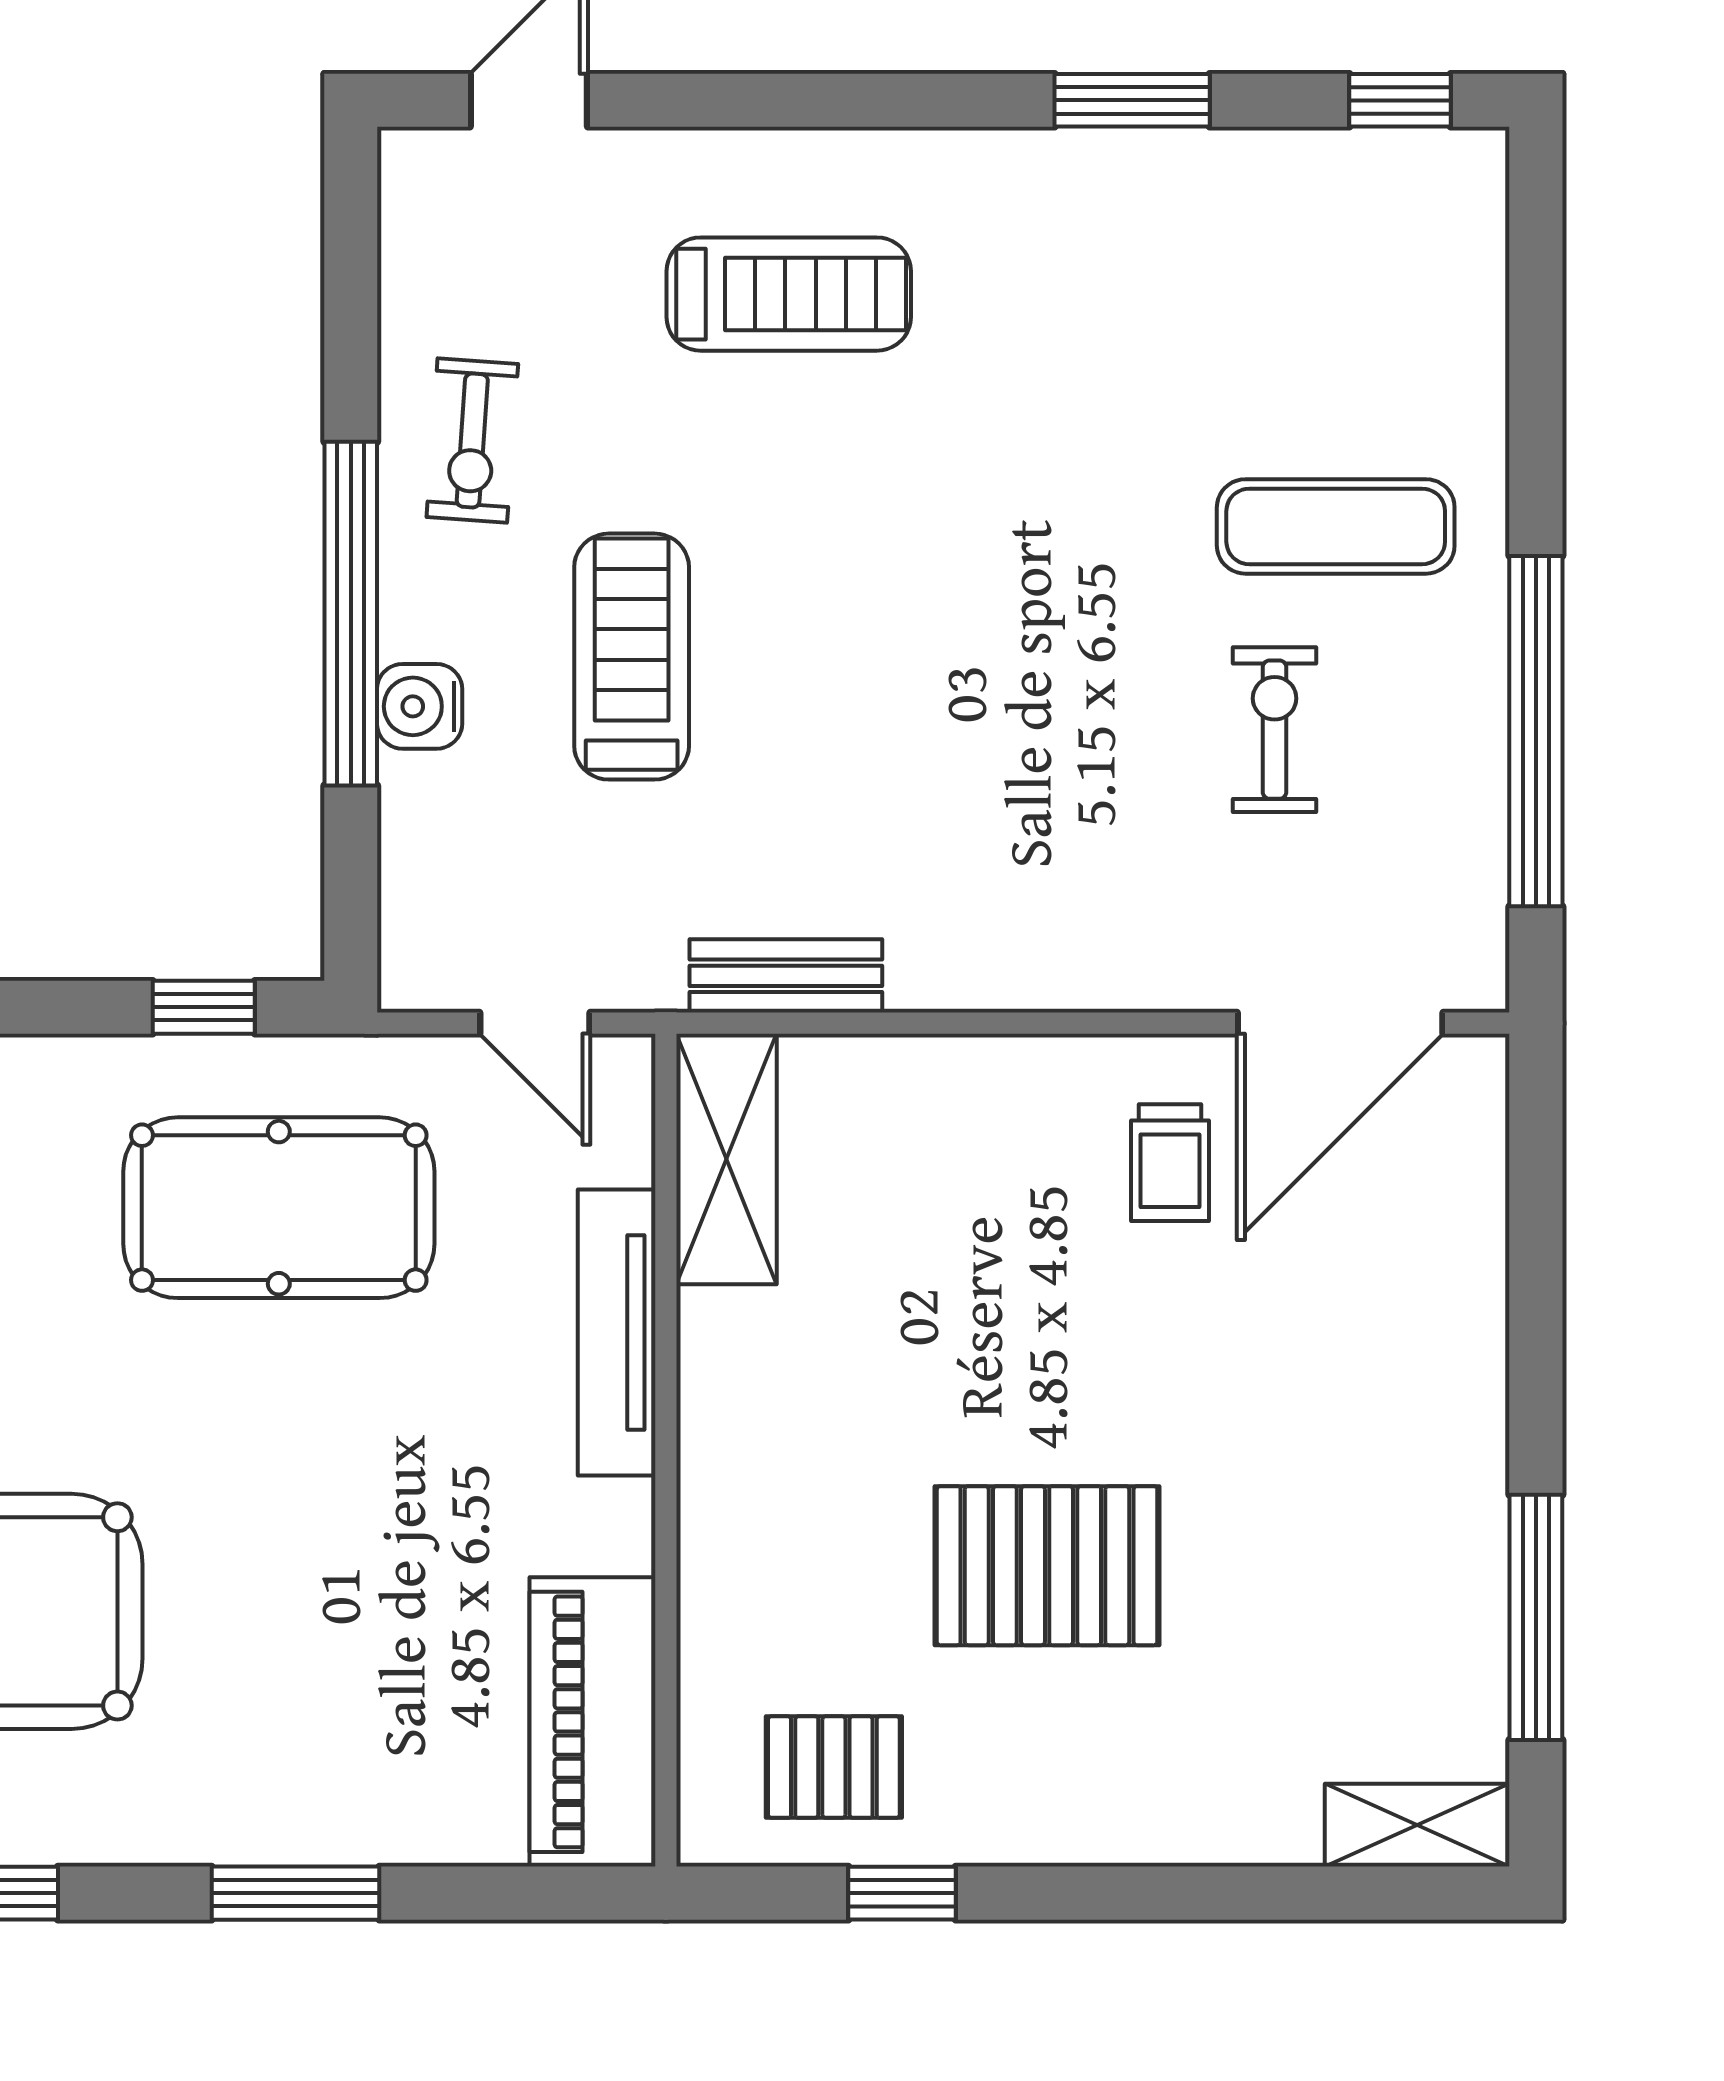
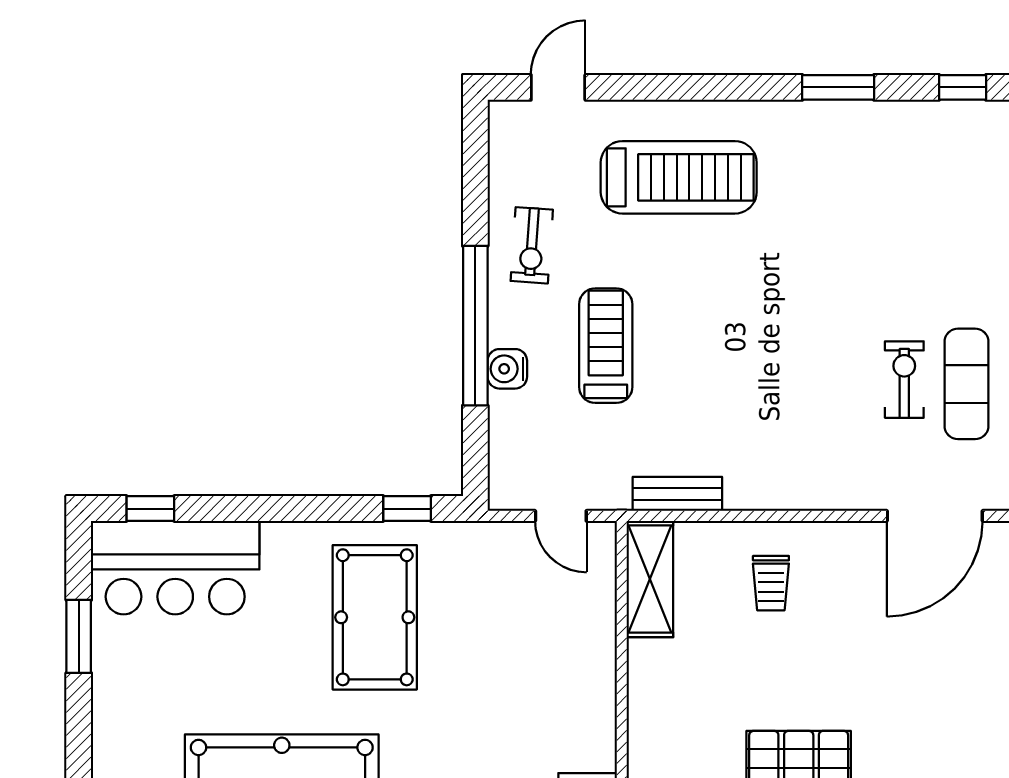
treadmill: (789, 294) -> (679, 177), width x1.37, depth x1.38
exercise mat: (1336, 526) -> (966, 384), moved, turned 90
trolley: (1170, 1163) -> (771, 583), moved
pool table: (279, 1208) -> (375, 617), moved, turned 90
tv unit: (617, 1332) -> (599, 659), removed

